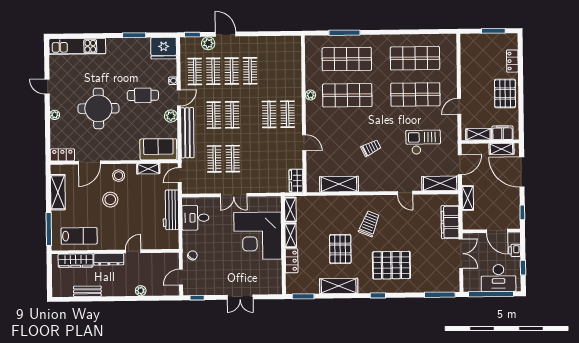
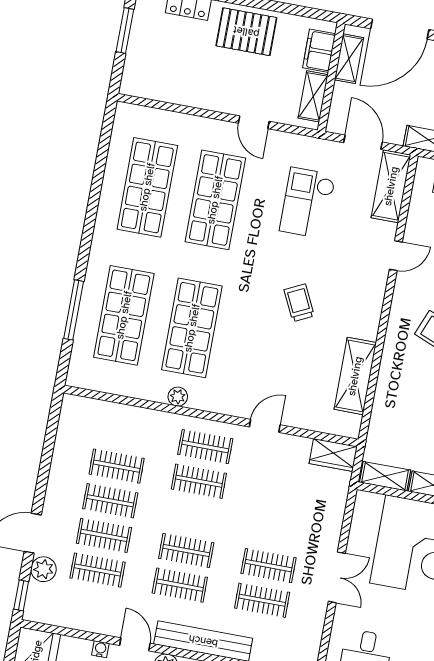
clothes rail: (195, 71) -> (117, 466), moved

